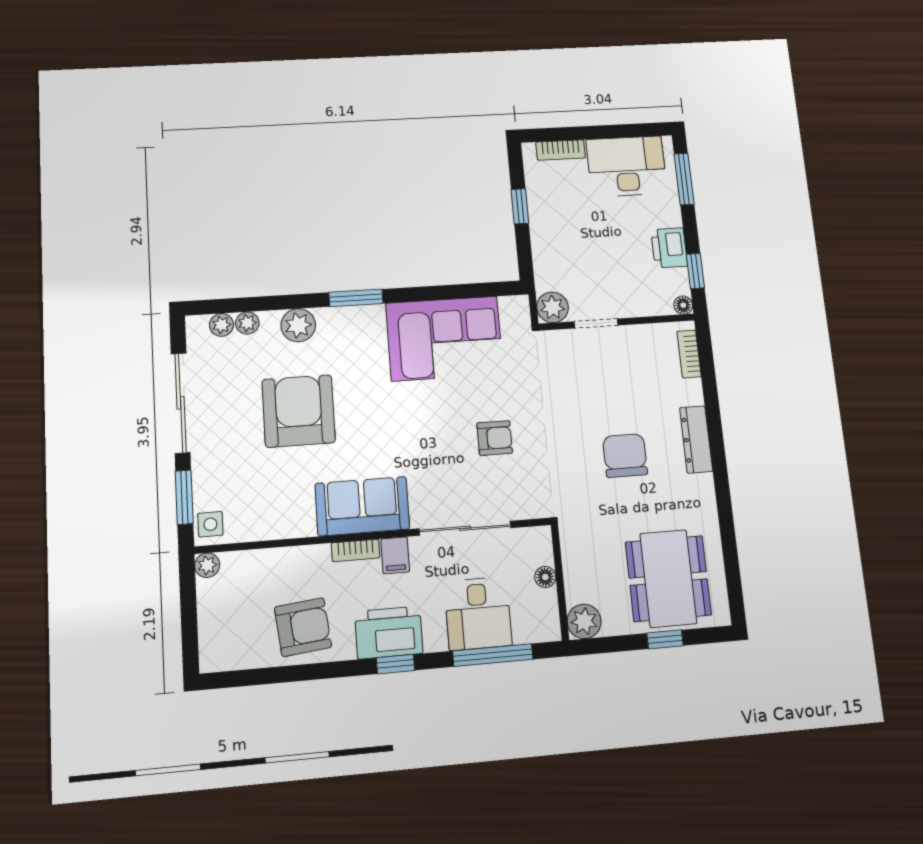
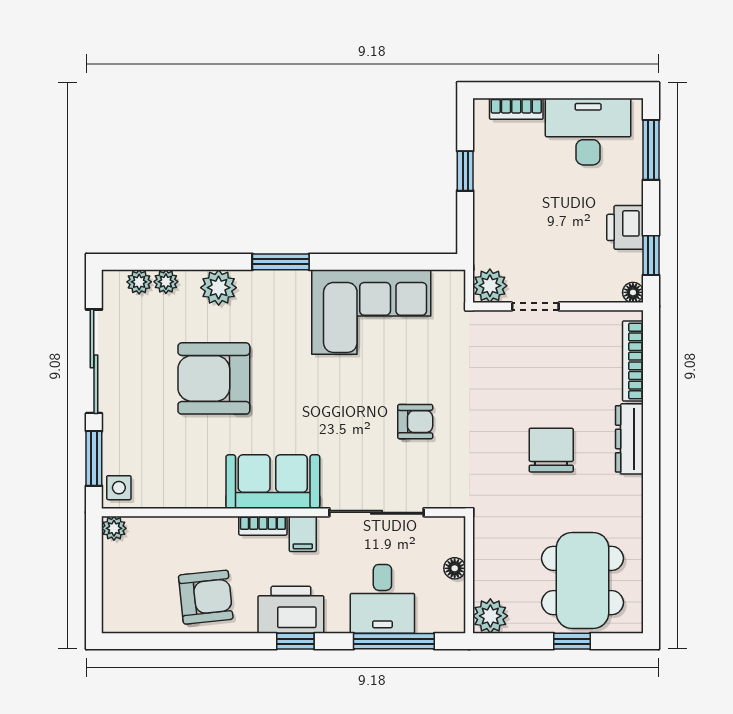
bookcase: (689, 354) -> (633, 361), width x1.56
armchair: (299, 411) -> (214, 378), turned -90

